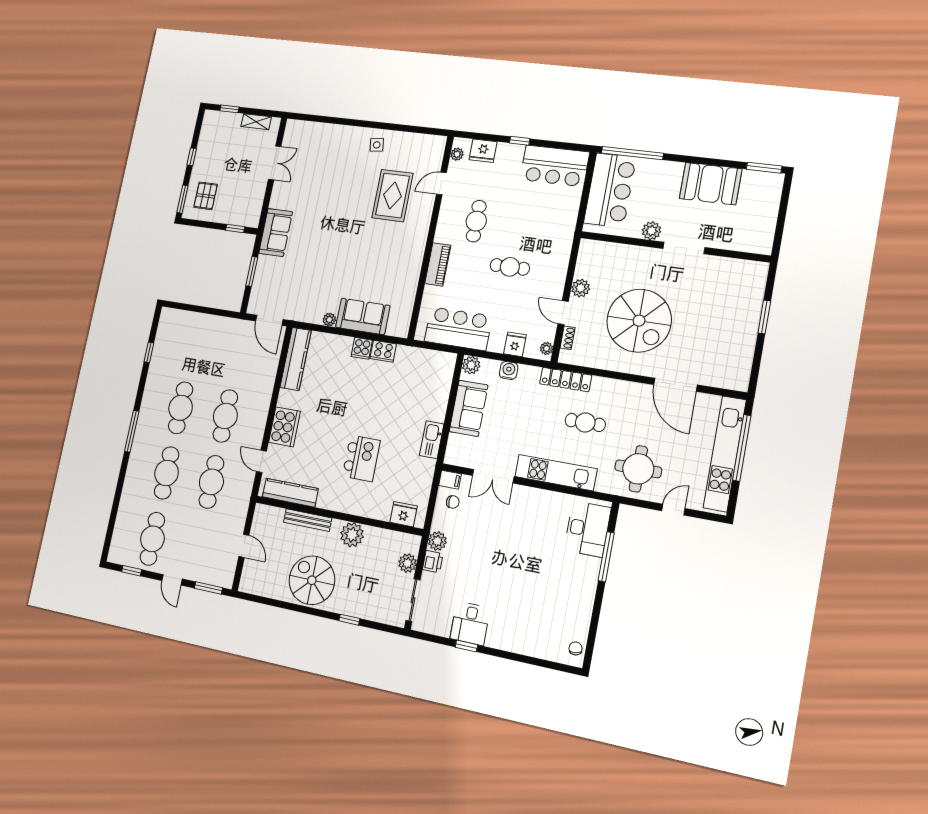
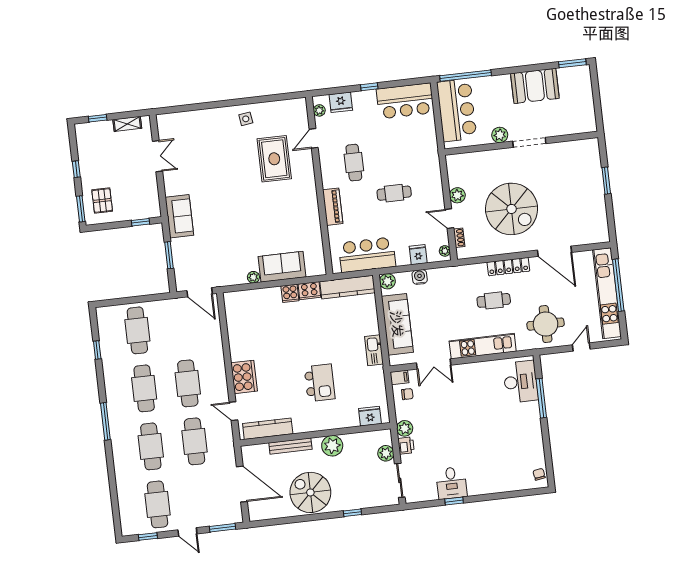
cafe table: (194, 343) -> (137, 330), added
kitchen counter: (296, 359) -> (348, 287), moved, turned 90
locker: (566, 380) -> (508, 267), moved
sofa: (469, 408) -> (397, 324), width x1.36
door: (244, 546) -> (242, 484), width x1.88

